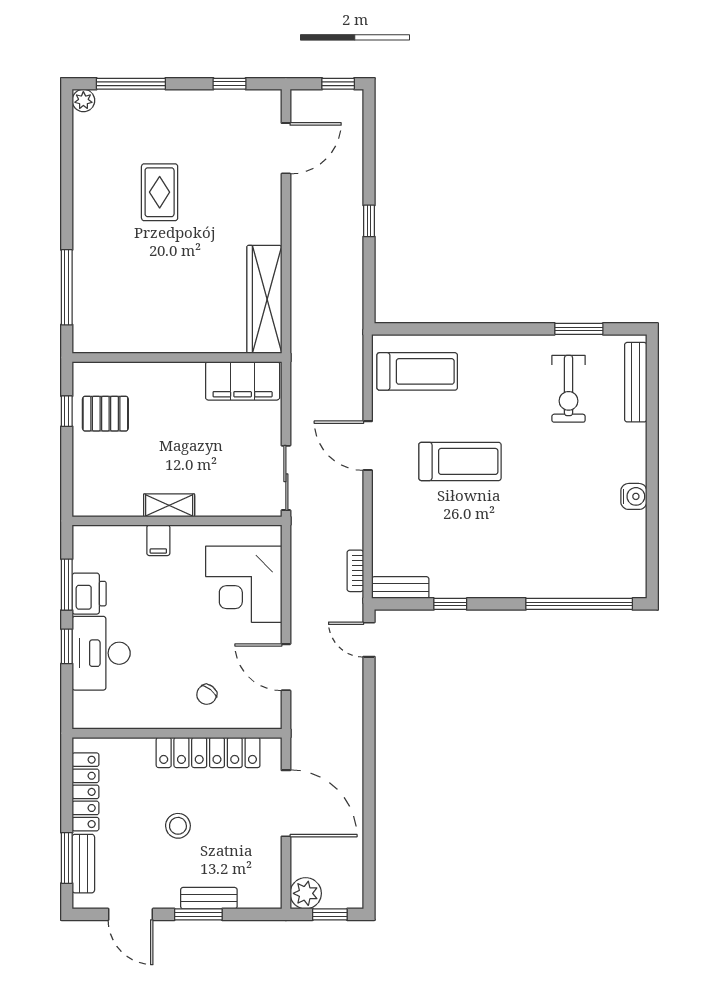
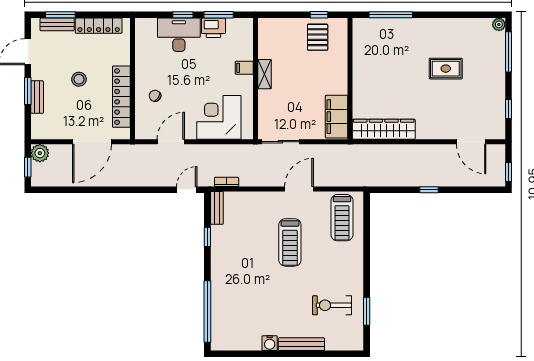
bench: (636, 382) -> (301, 344), moved

